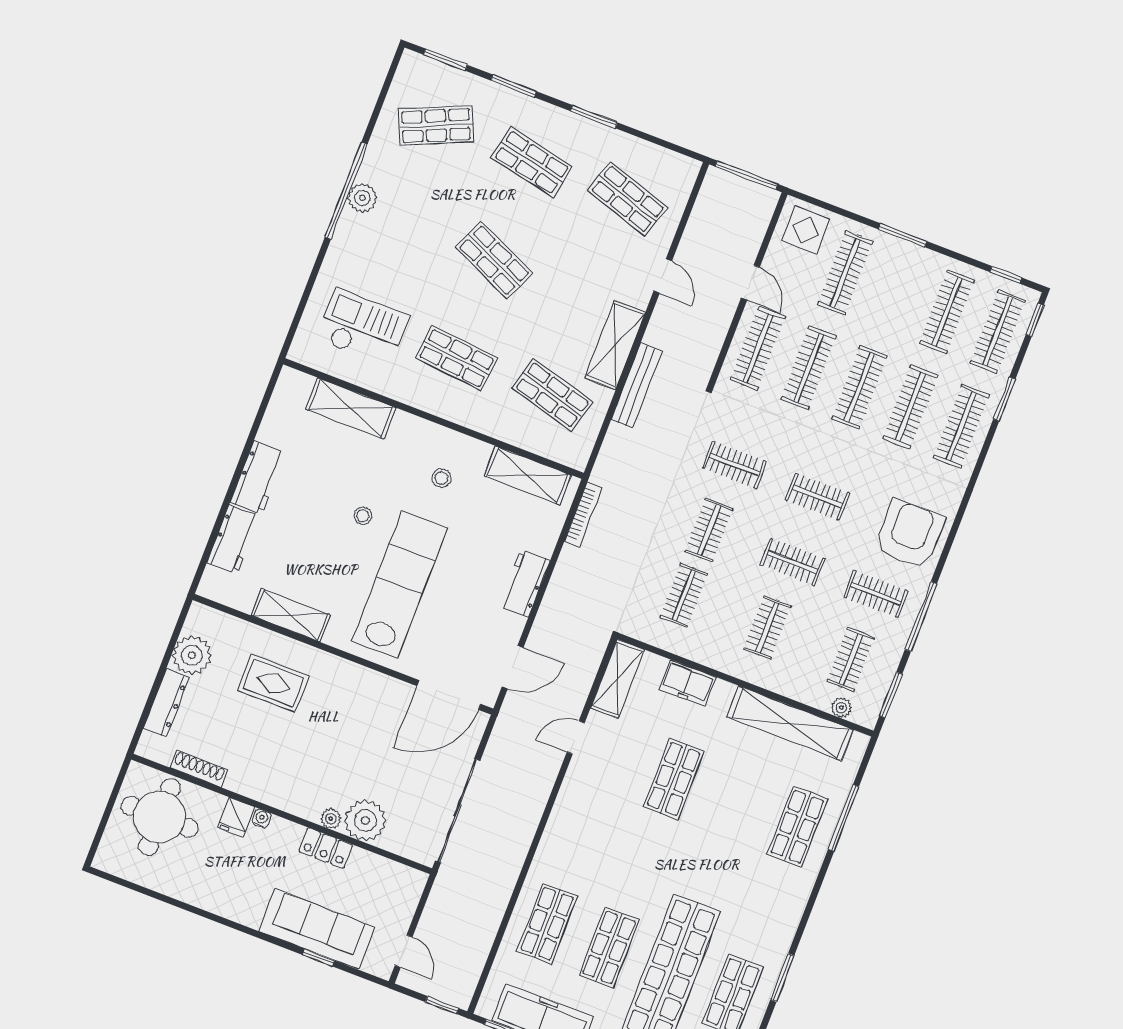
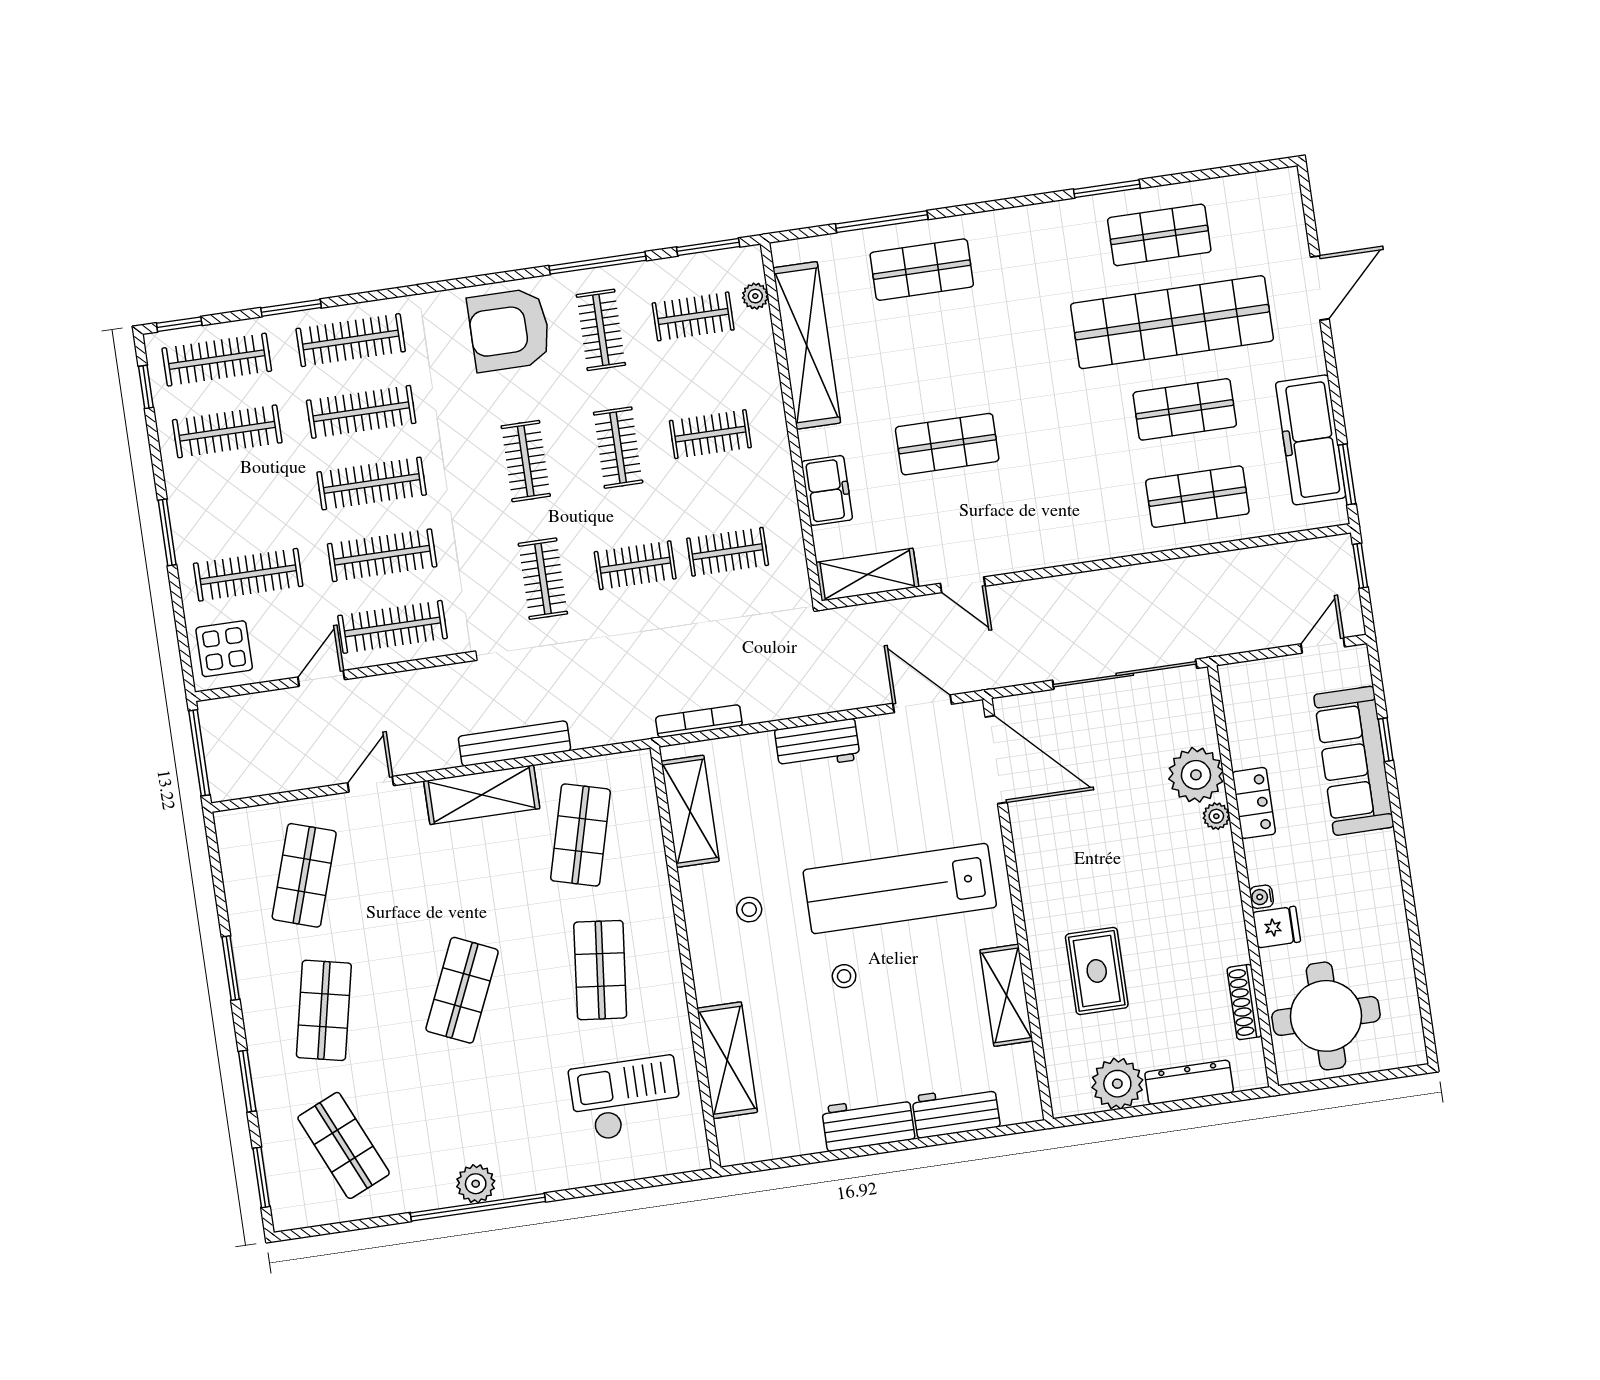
checkout: (363, 328) -> (626, 1099), turned 90

